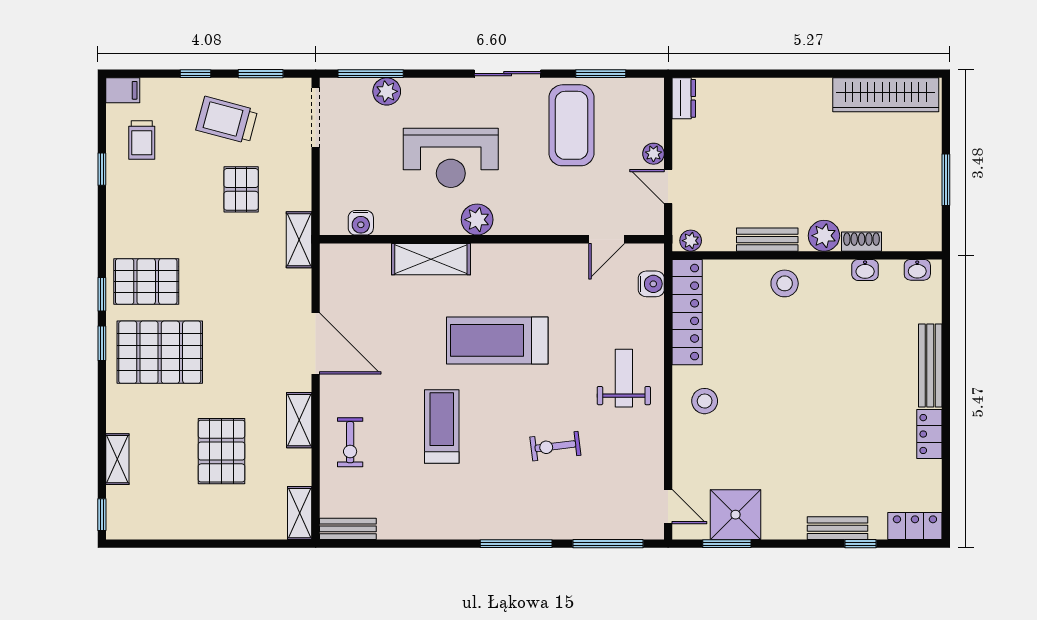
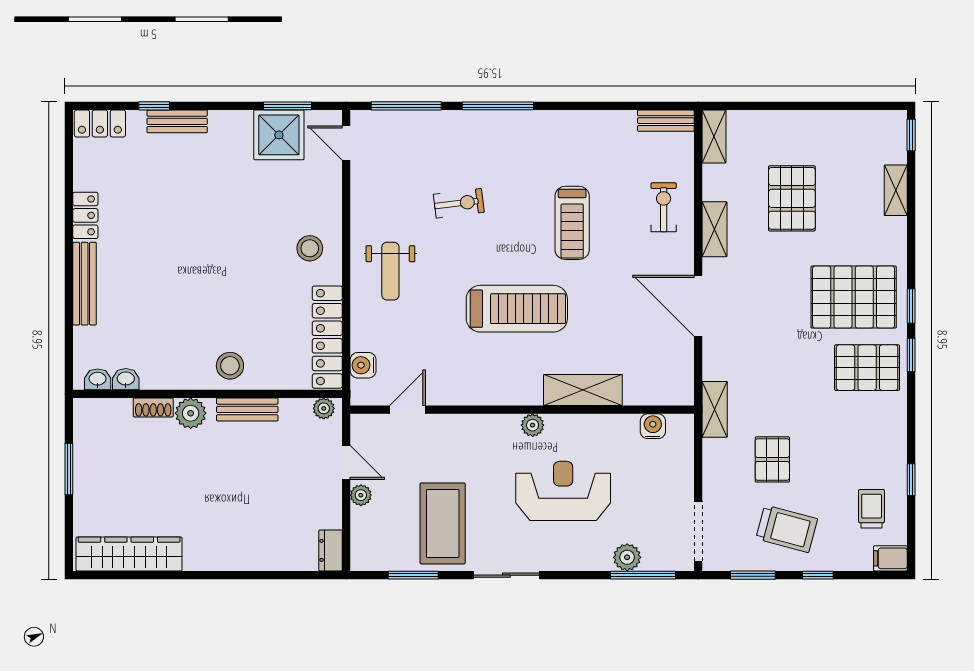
plant: (477, 220) -> (533, 425), width x0.73, depth x0.73
washbasin: (865, 270) -> (126, 379), moved

